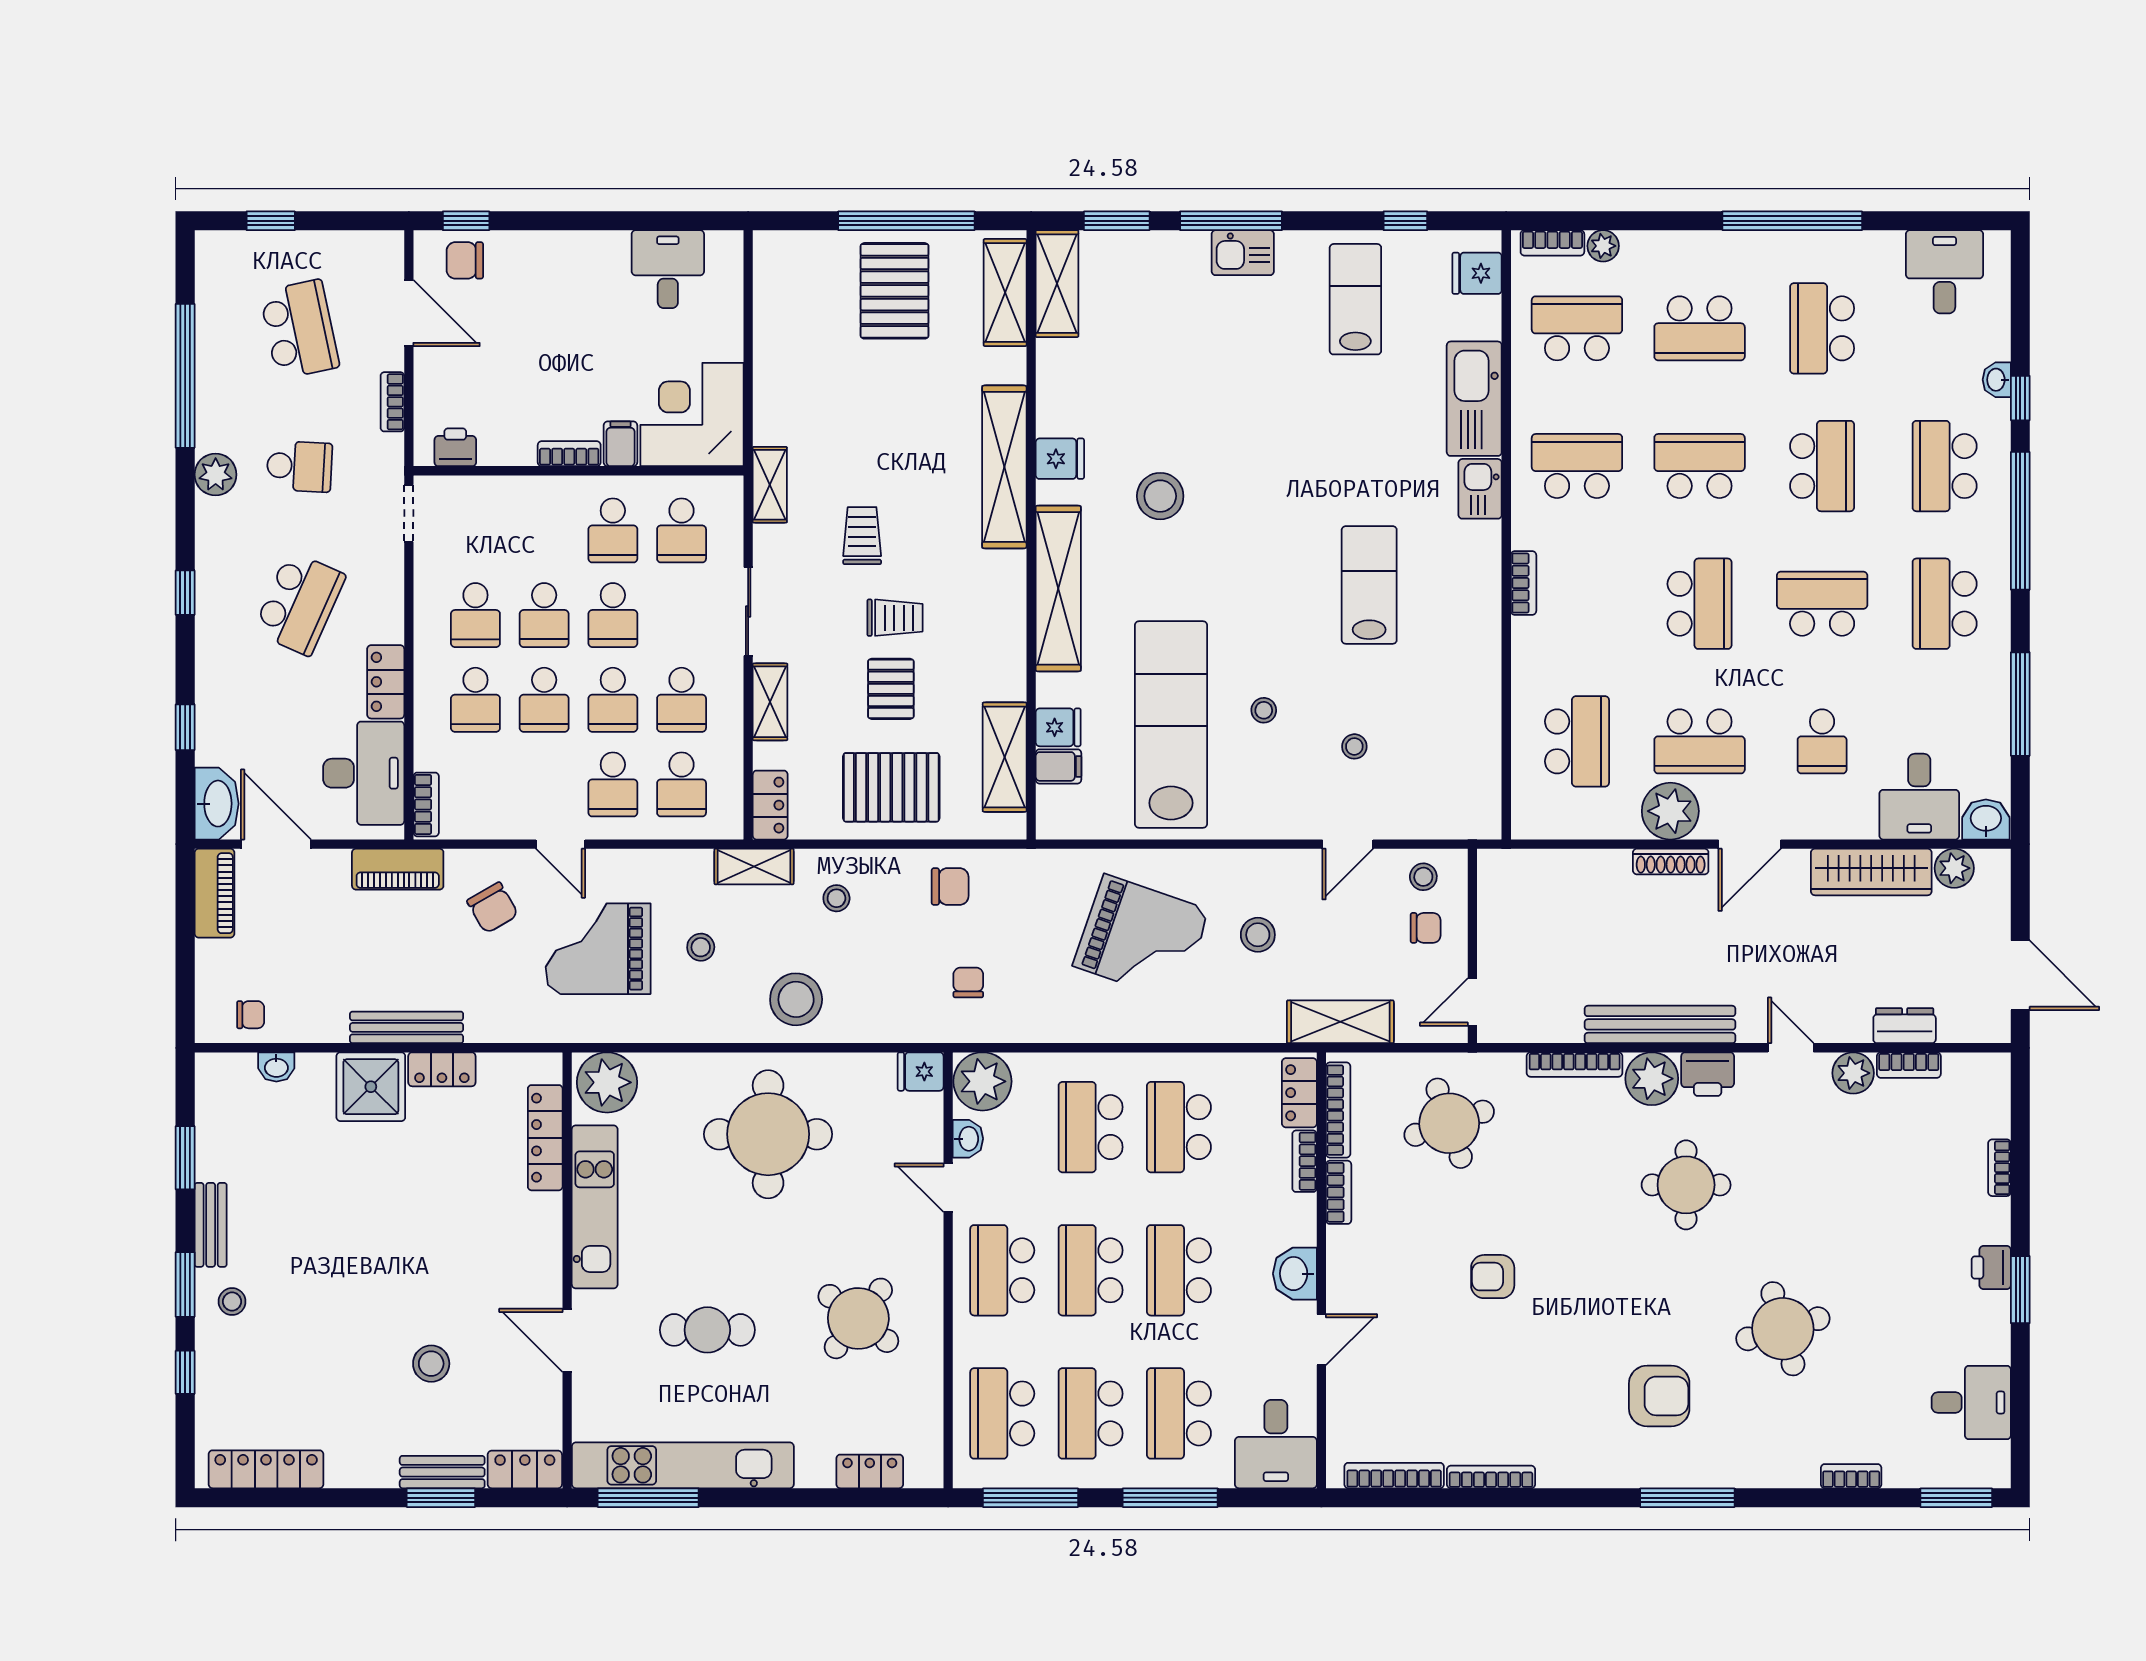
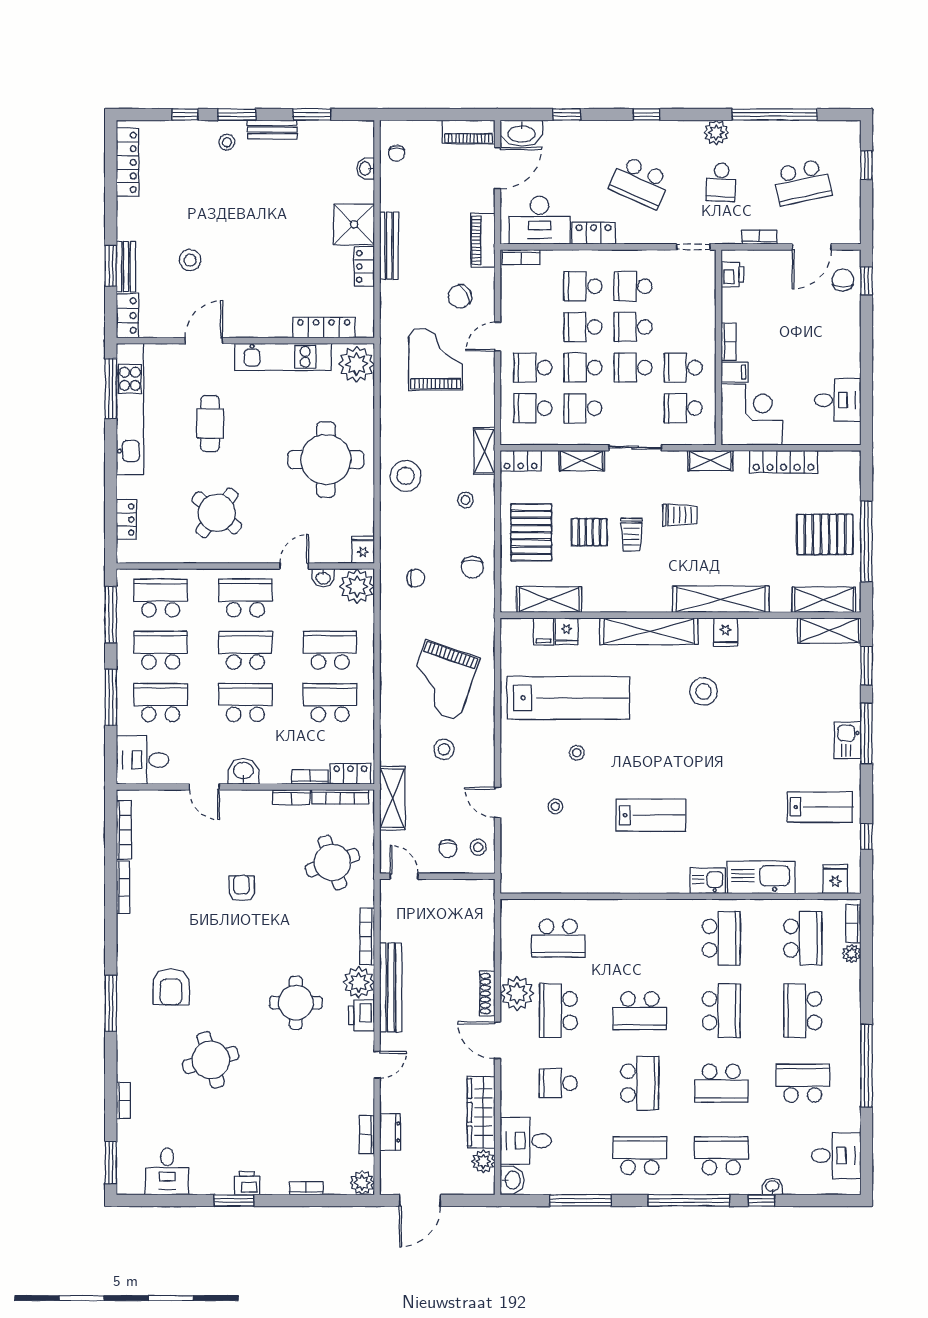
locker: (772, 361) -> (784, 462), added
bookcase: (1524, 583) -> (652, 906), removed
stool: (701, 947) -> (437, 420), removed
plant: (1853, 1073) -> (362, 1183), moved

